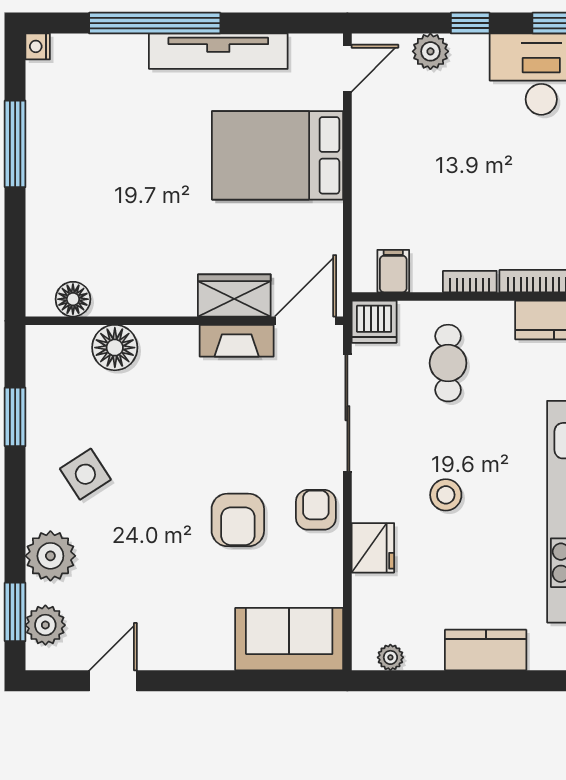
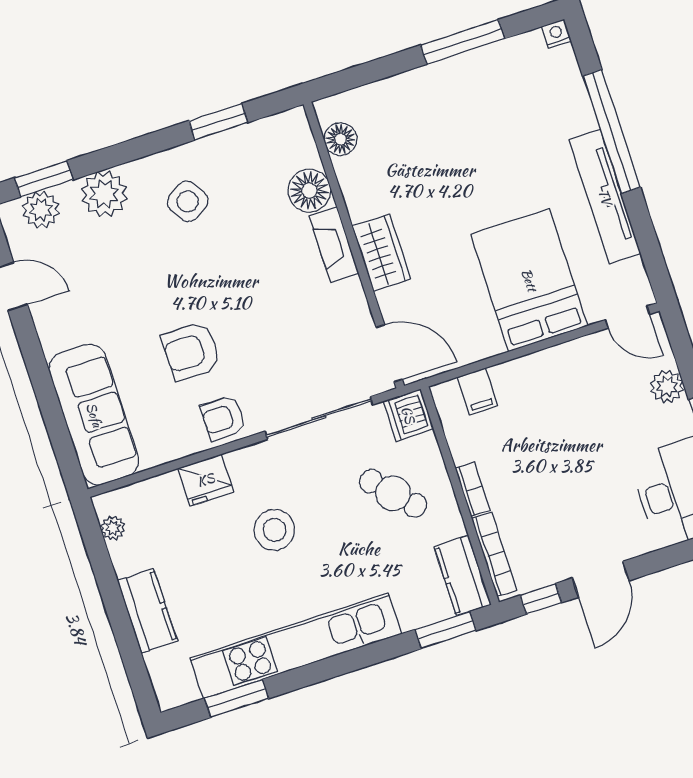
filing cabinet: (393, 271) -> (477, 391), moved, turned 90
wardrobe: (234, 295) -> (381, 253), moved
fireplace: (237, 341) -> (334, 245), moved
cafe table: (448, 363) -> (393, 493), turned 47
stool: (446, 495) -> (274, 530), width x1.38, depth x1.38
armchair: (316, 510) -> (223, 418), turned 180
sofa: (289, 639) -> (94, 415), width x1.36

